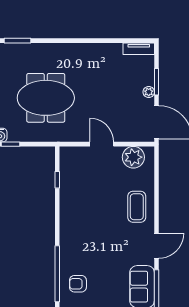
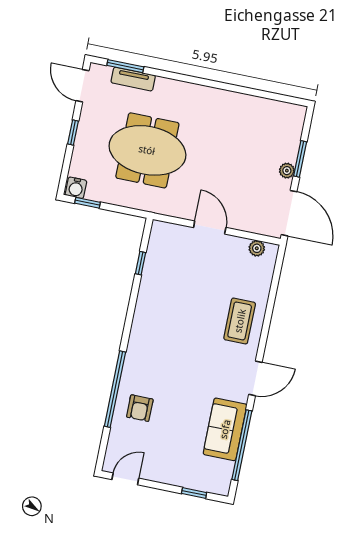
tv unit: (139, 49) -> (133, 79), moved
plant: (133, 157) -> (257, 248), width x0.53, depth x0.53
armchair: (78, 284) -> (140, 408), turned -90

